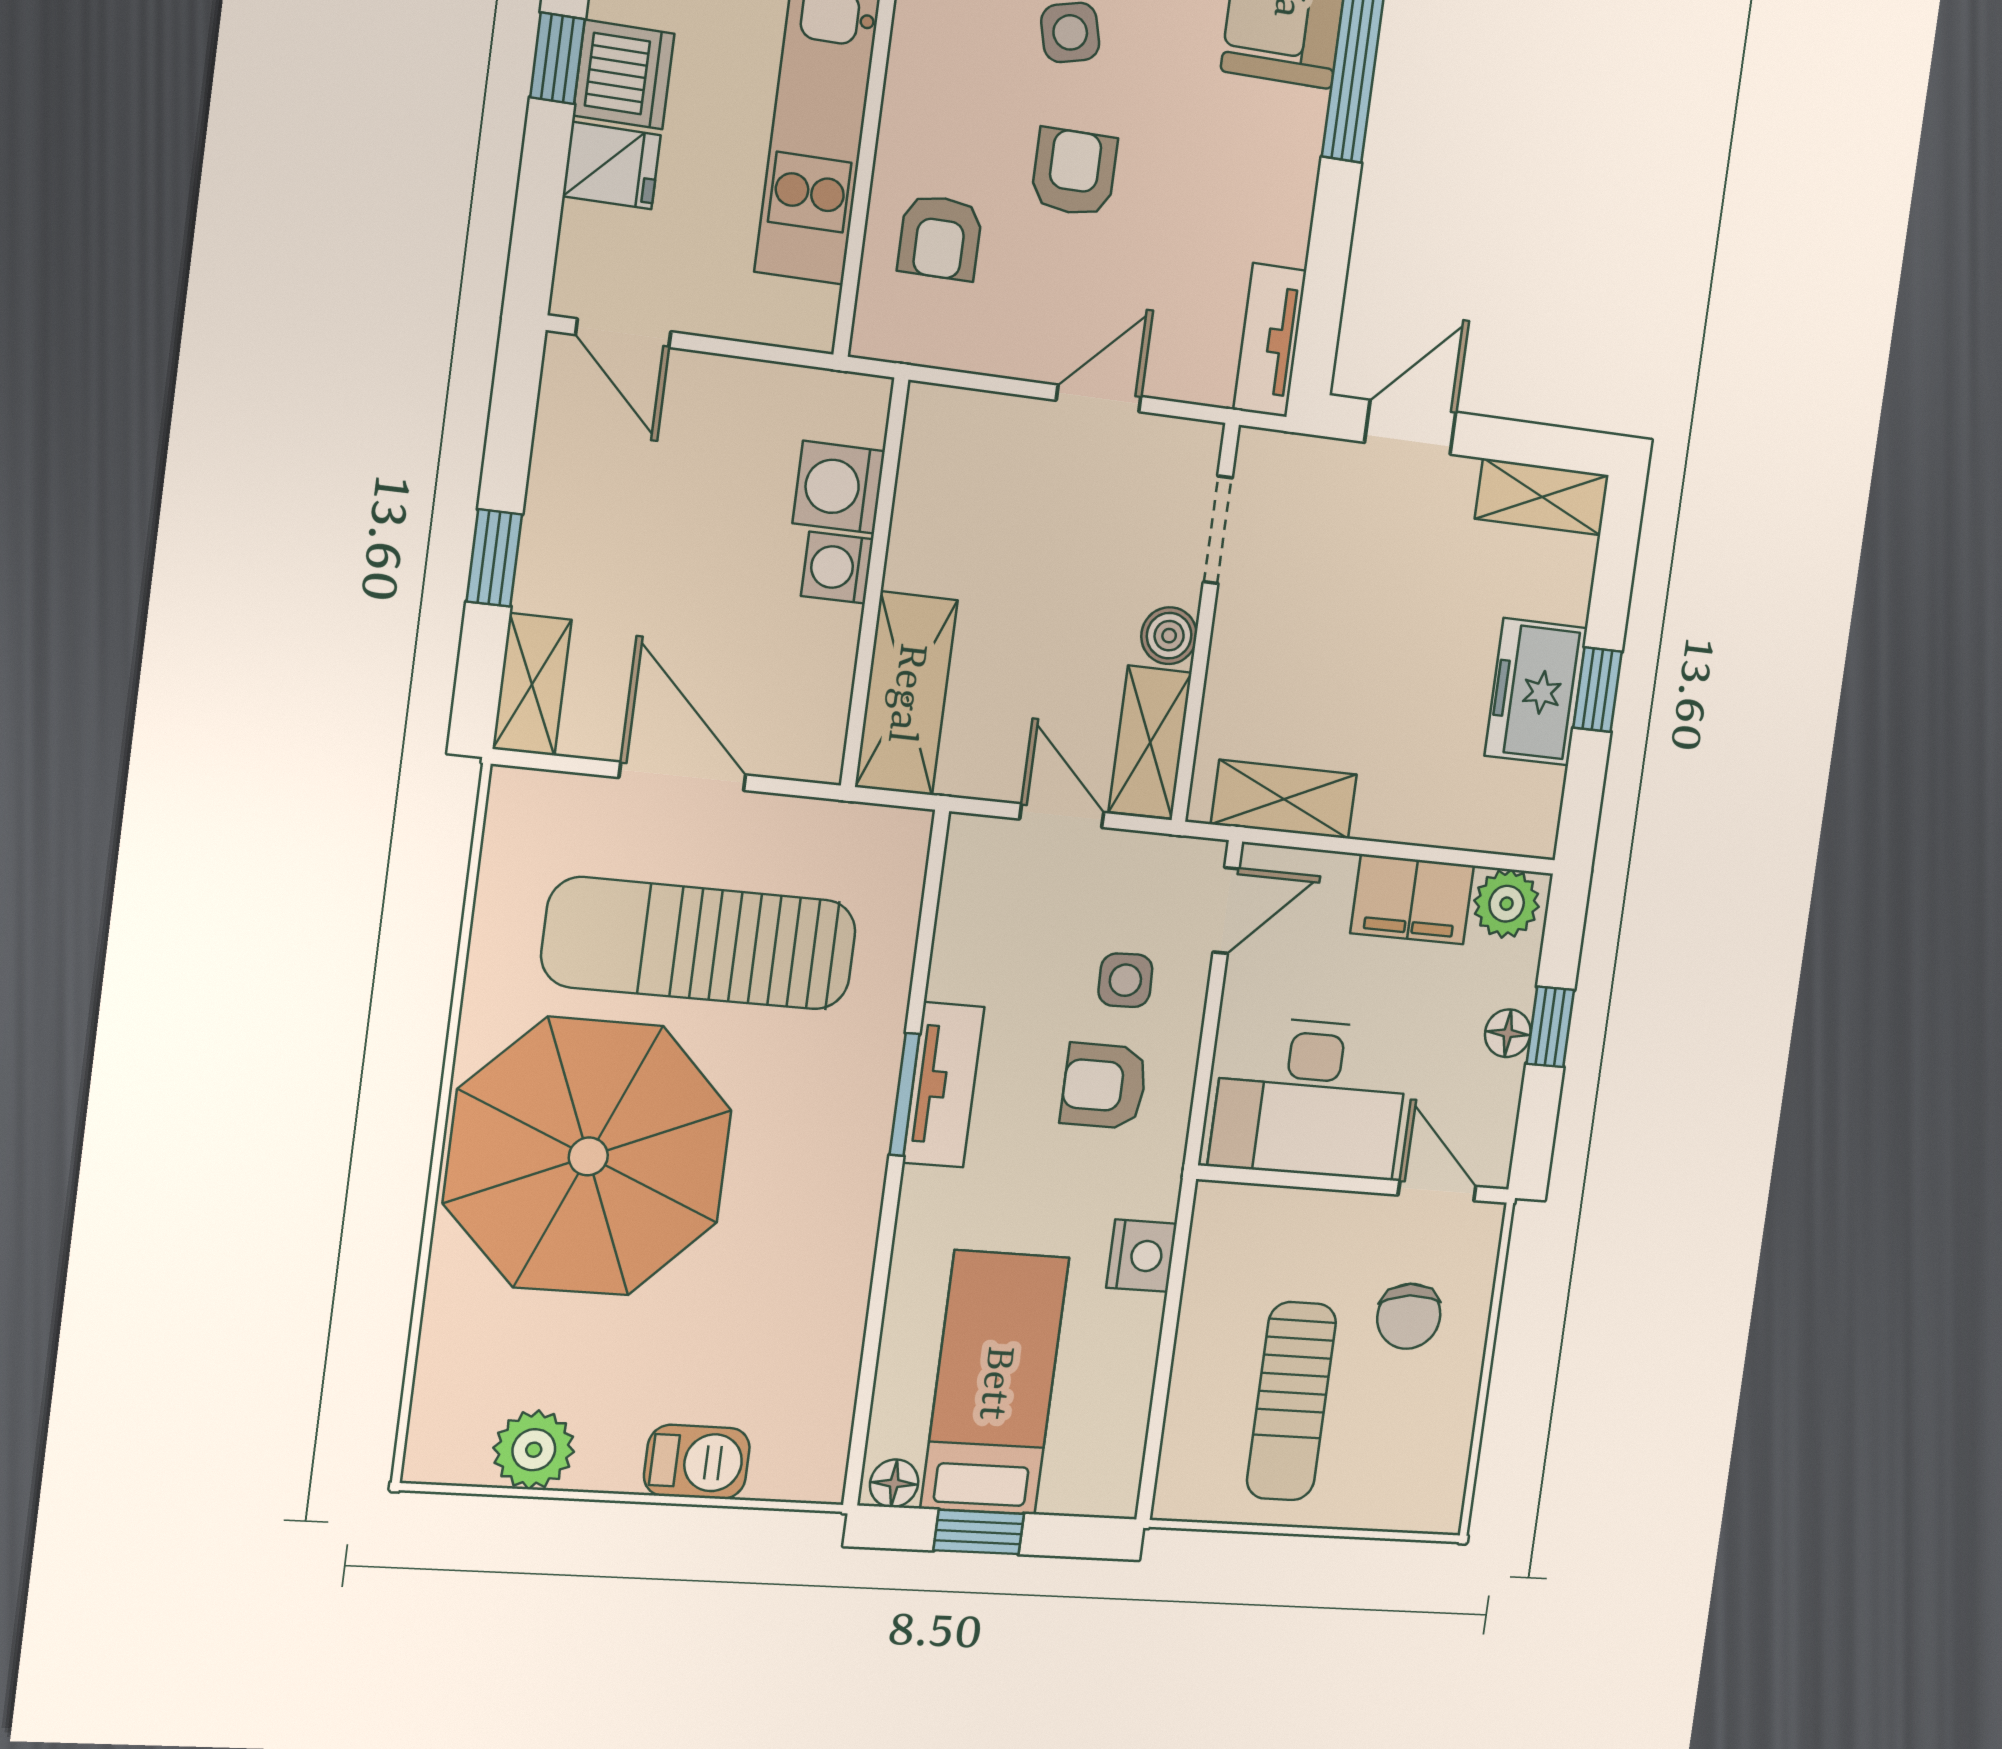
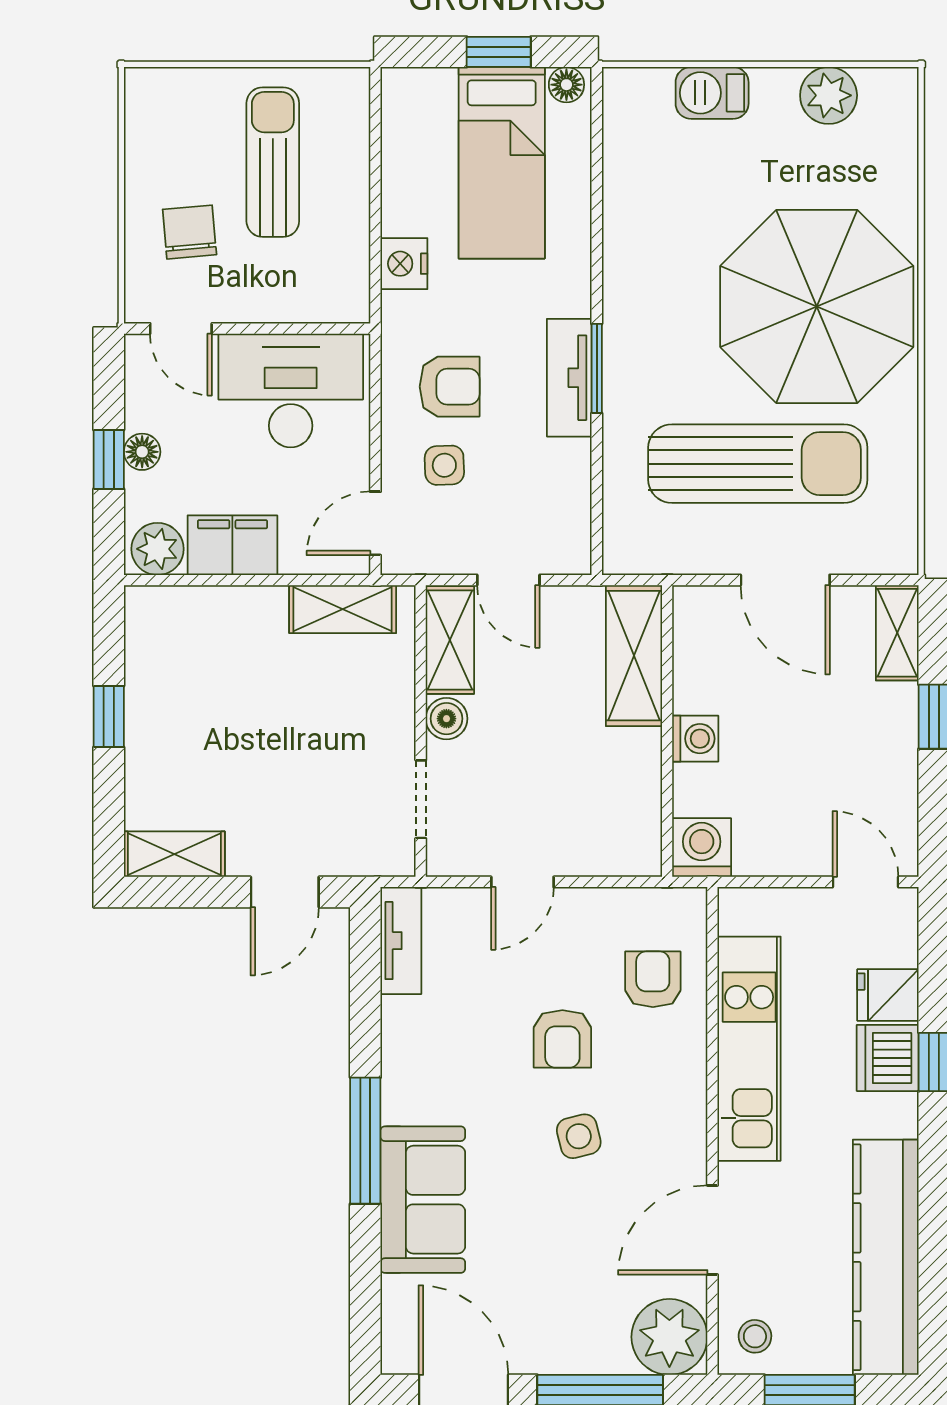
washing machine: (839, 487) -> (702, 847), moved, turned -90
freezer: (1536, 692) -> (158, 709), removed

